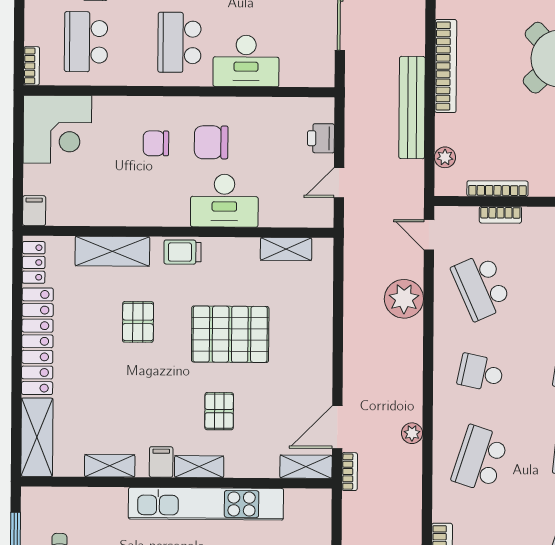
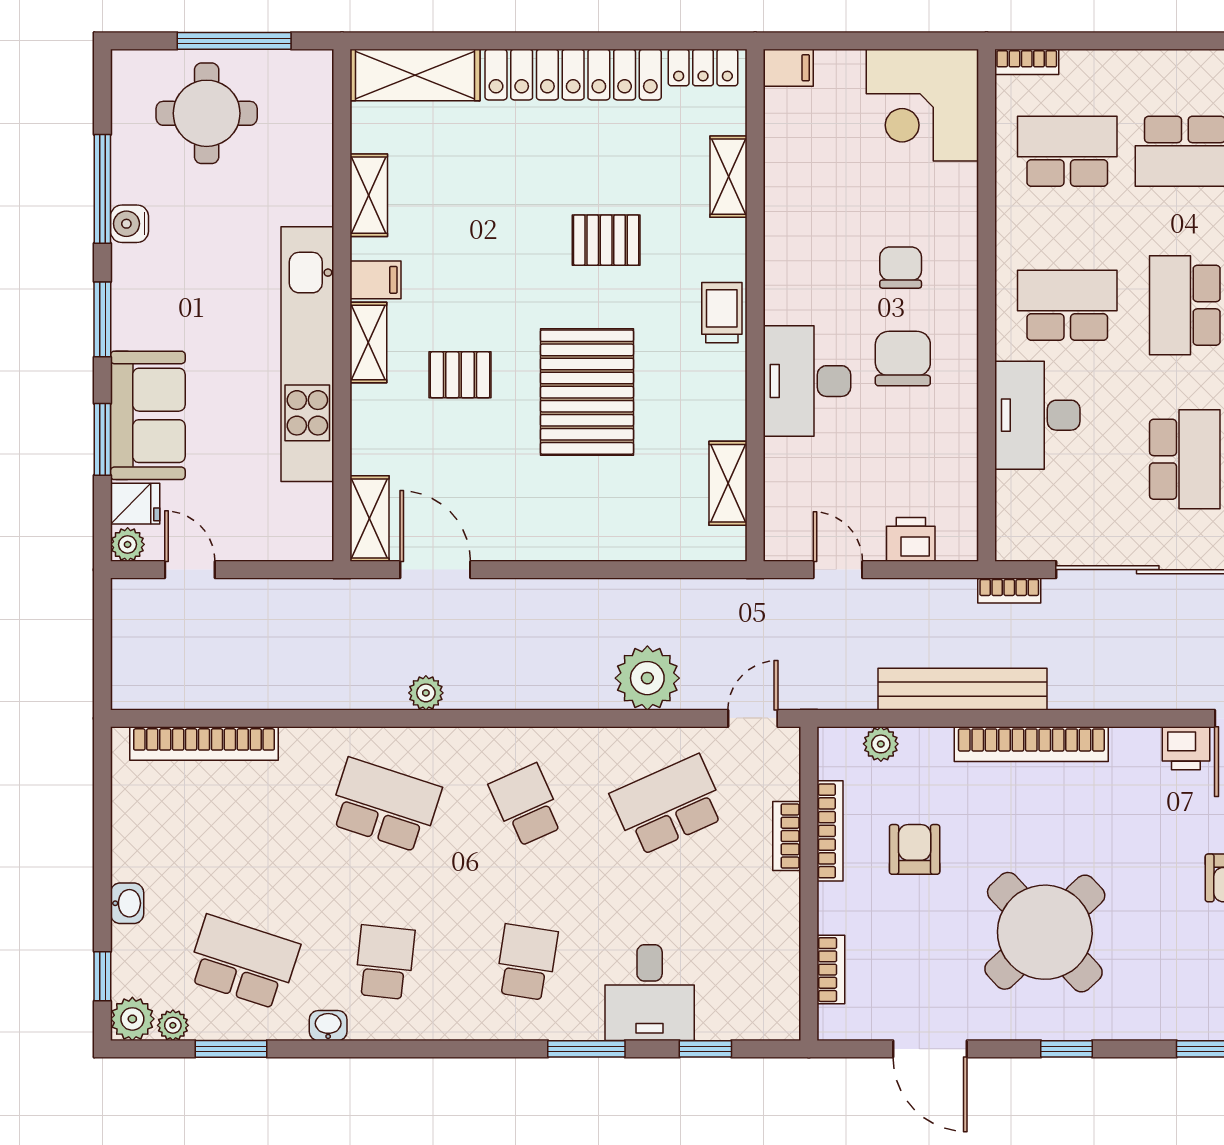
armchair: (509, 137) -> (915, 849), added
shelving: (112, 251) -> (729, 177), width x0.67, depth x0.75
school desk: (481, 373) -> (526, 805), turned -36
bookcase: (350, 472) -> (1009, 590), moved

